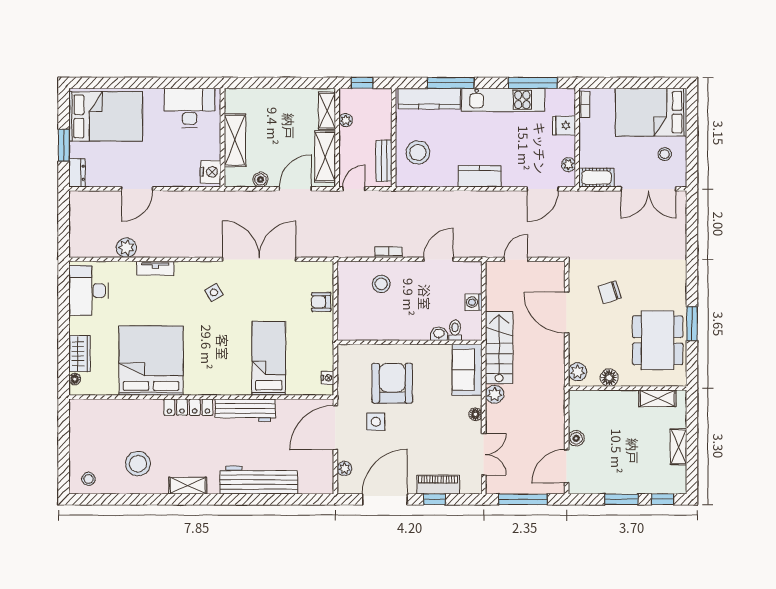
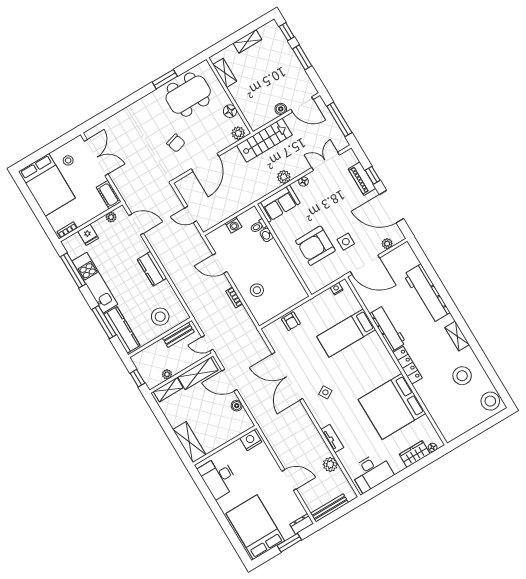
shelving: (235, 140) -> (189, 442), moved, turned 90
bench: (76, 216) -> (329, 508), added
stairs: (499, 348) -> (264, 140), moved, turned 180
stool: (89, 479) -> (490, 401), width x1.89, depth x1.89

